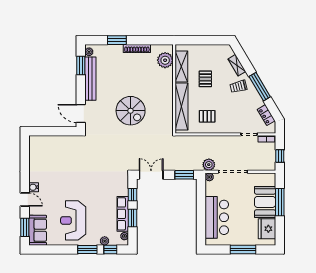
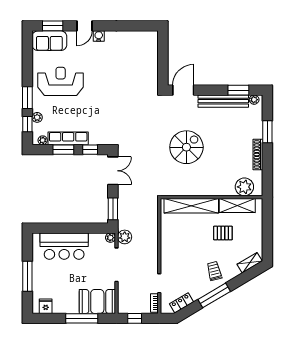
shelving: (237, 65) -> (250, 263), moved
spiral stairs: (131, 111) -> (186, 147), turned 180
pallet: (207, 116) -> (180, 235), removed
booth: (265, 202) -> (97, 302), moved
fridge: (267, 229) -> (46, 306), width x0.53, depth x0.75

